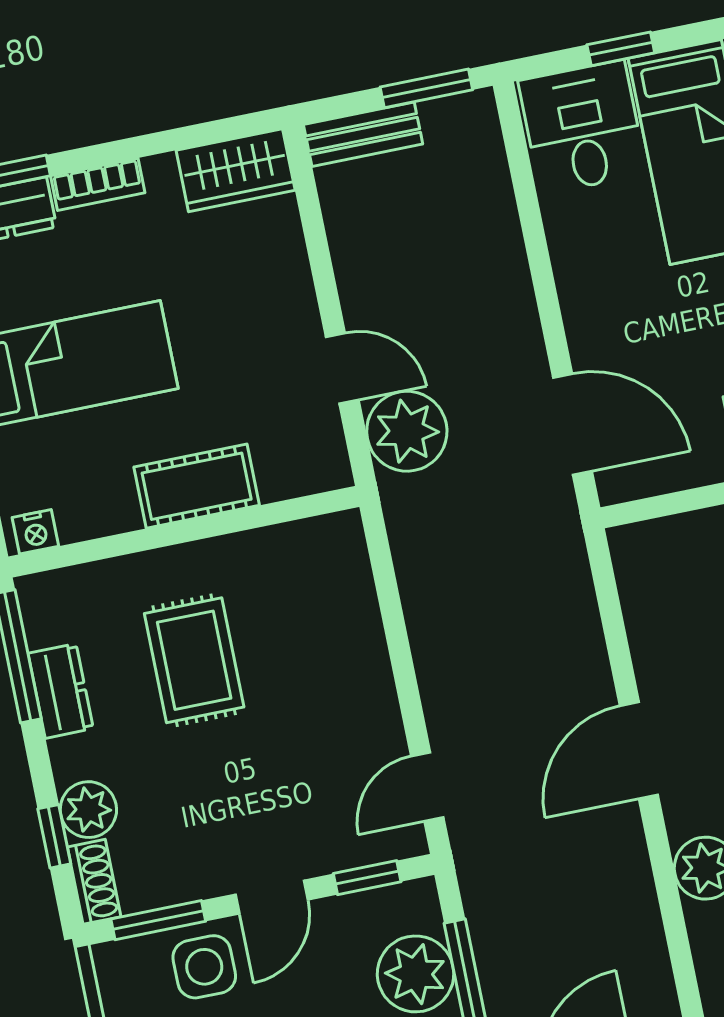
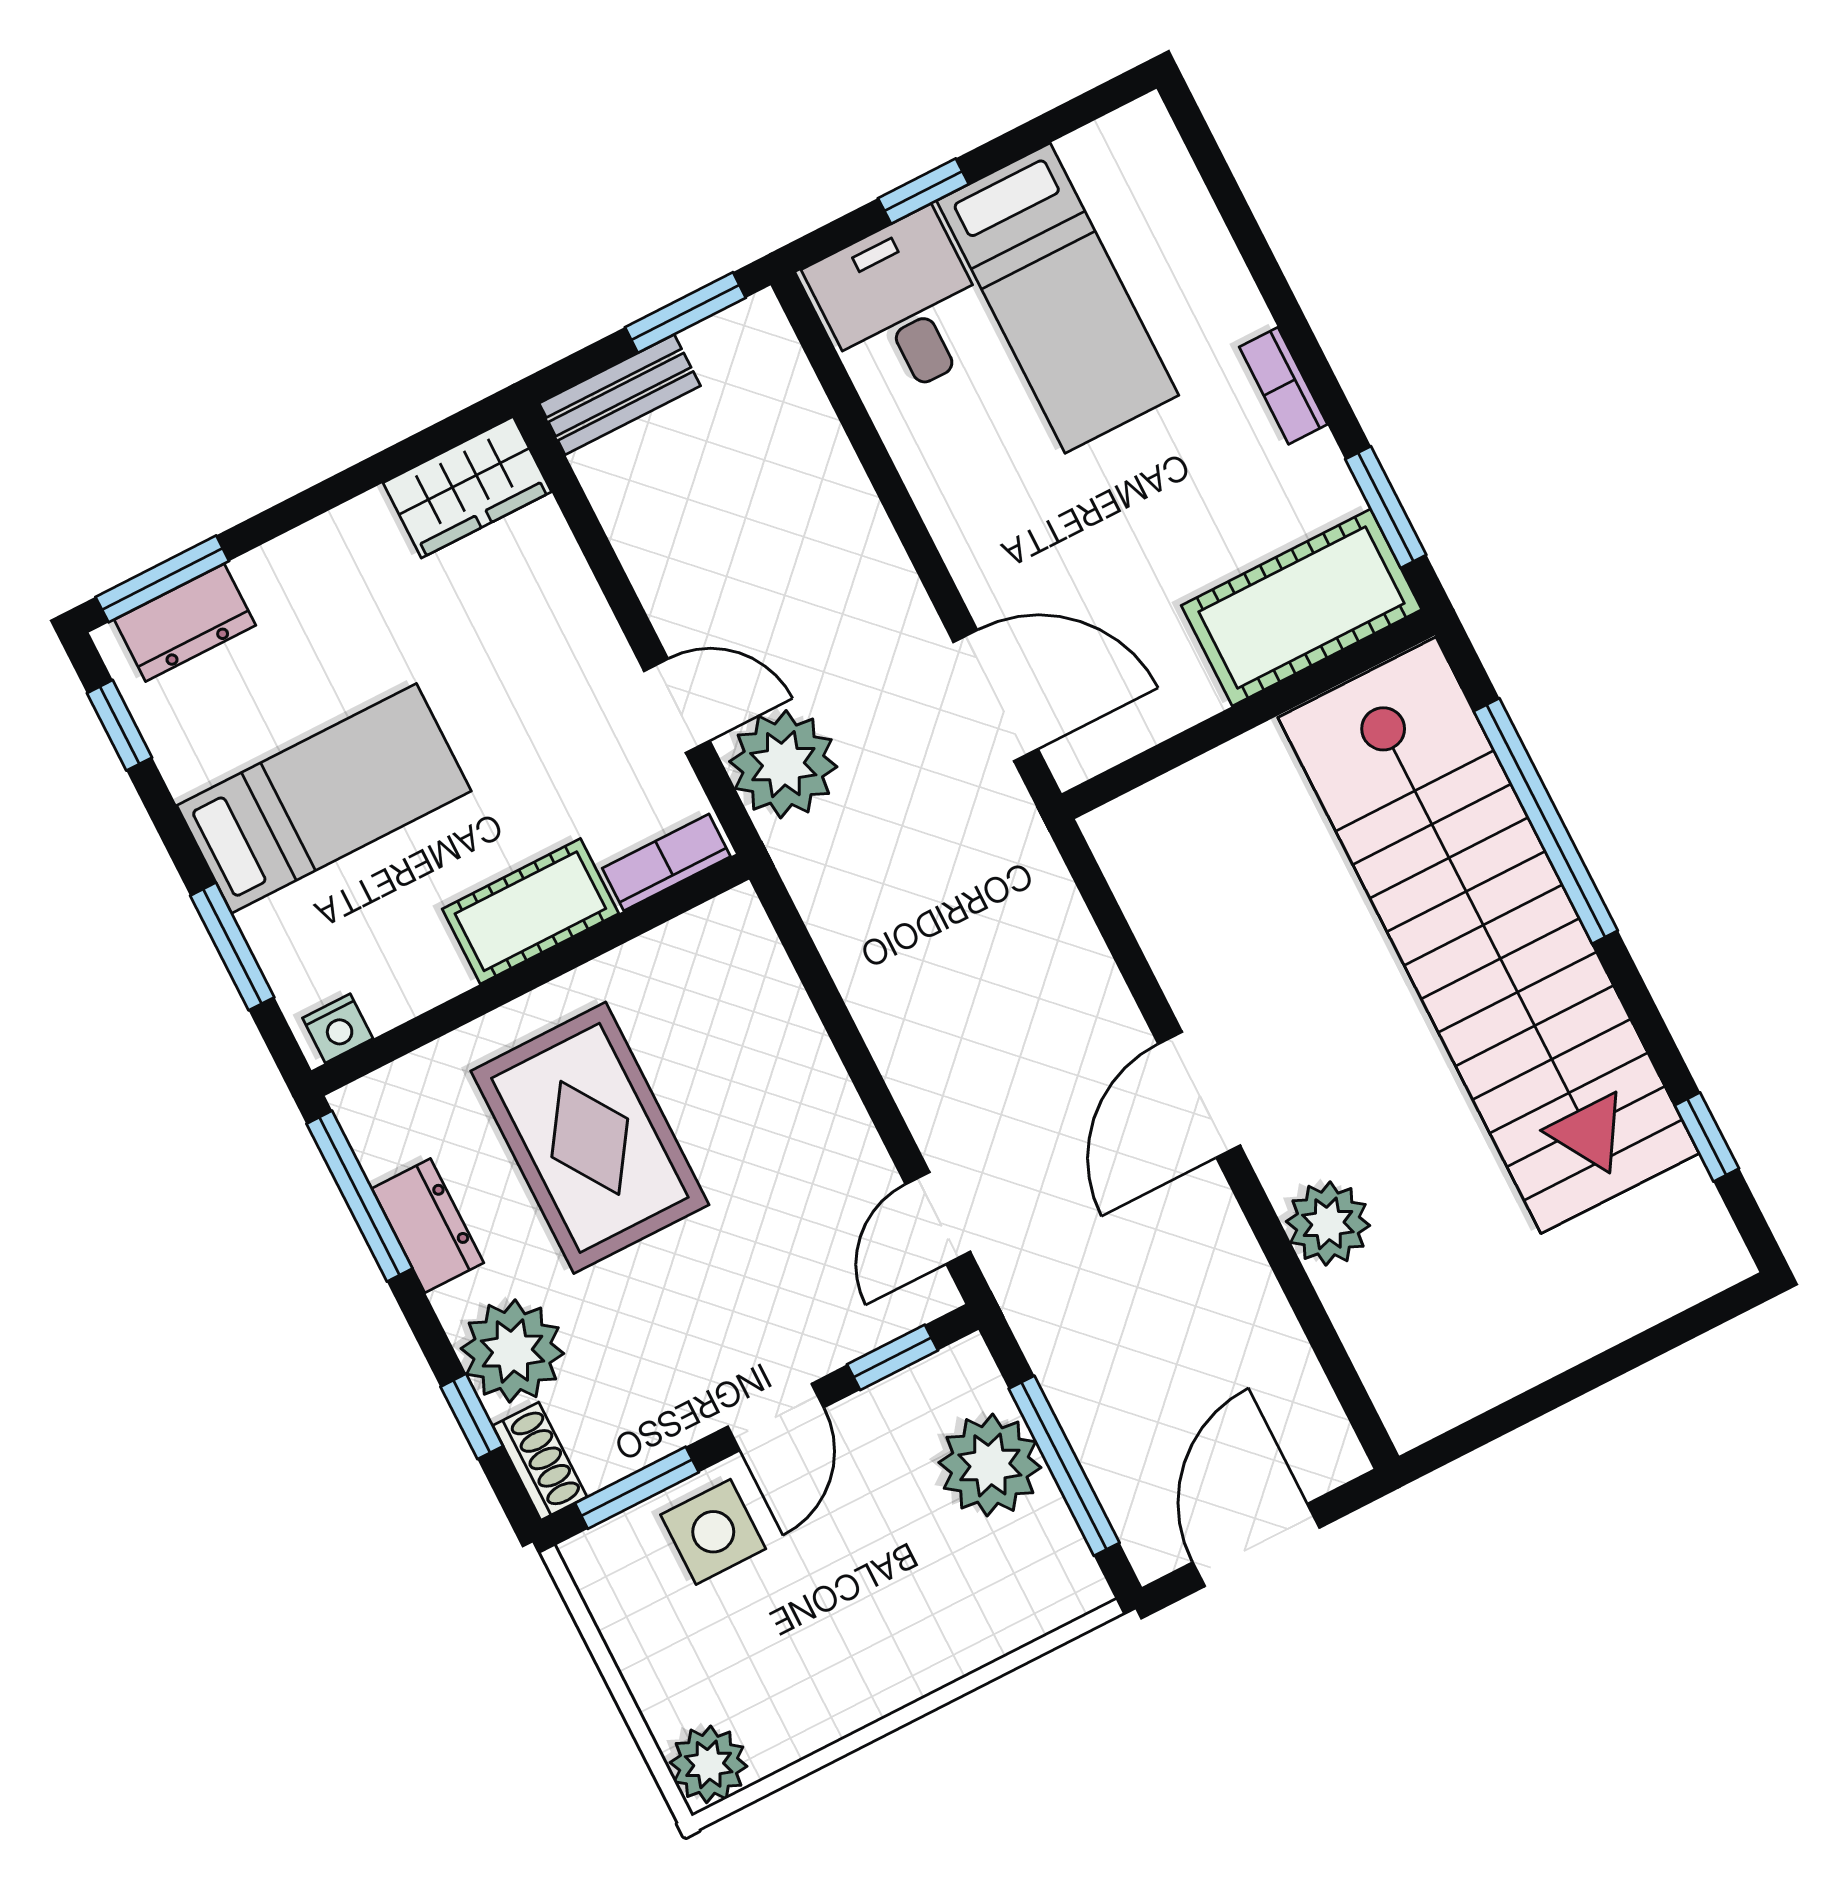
bookcase: (98, 184) -> (666, 862), moved, turned 180
rug: (194, 660) -> (590, 1138), width x1.36, depth x1.43
plant: (88, 810) -> (512, 1351), width x1.36, depth x1.36

